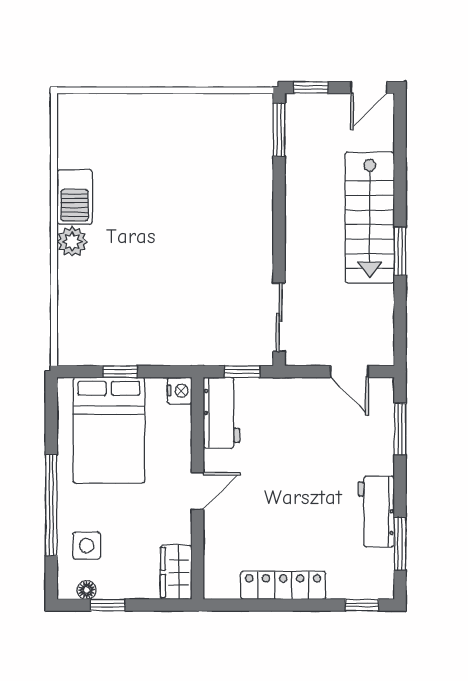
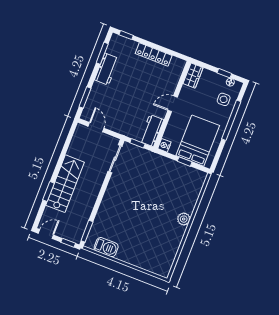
barbecue: (75, 197) -> (106, 247), moved, turned 90
window: (400, 251) -> (49, 192), moved

